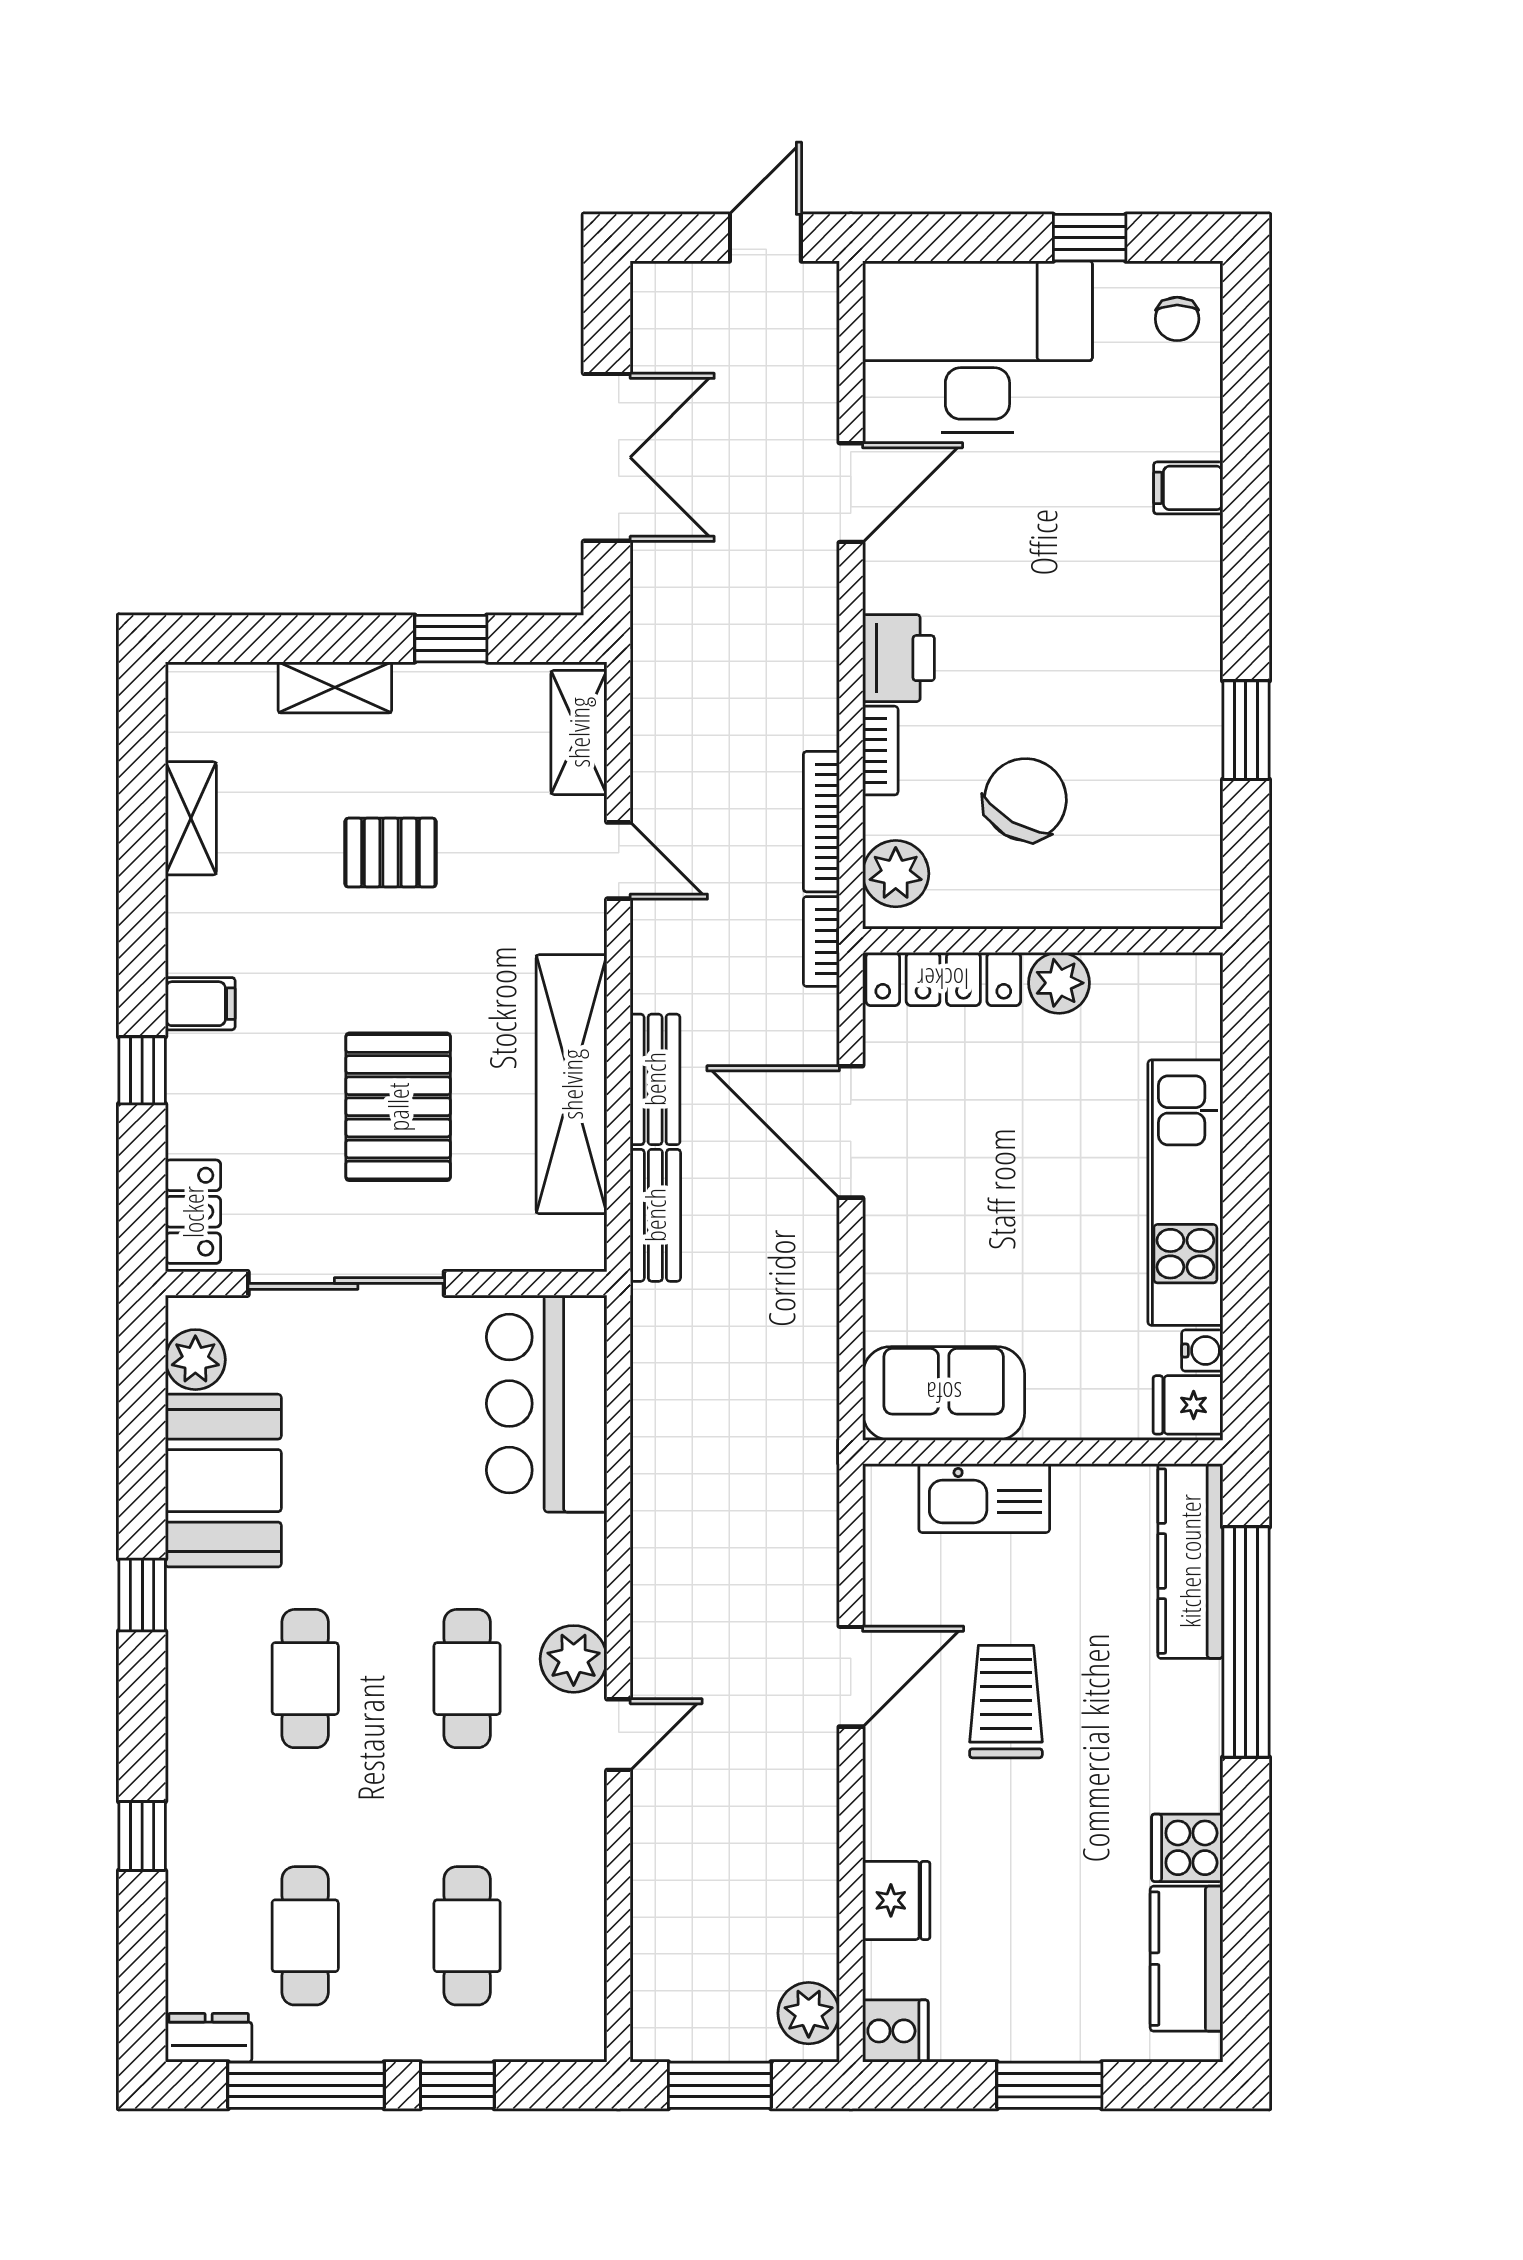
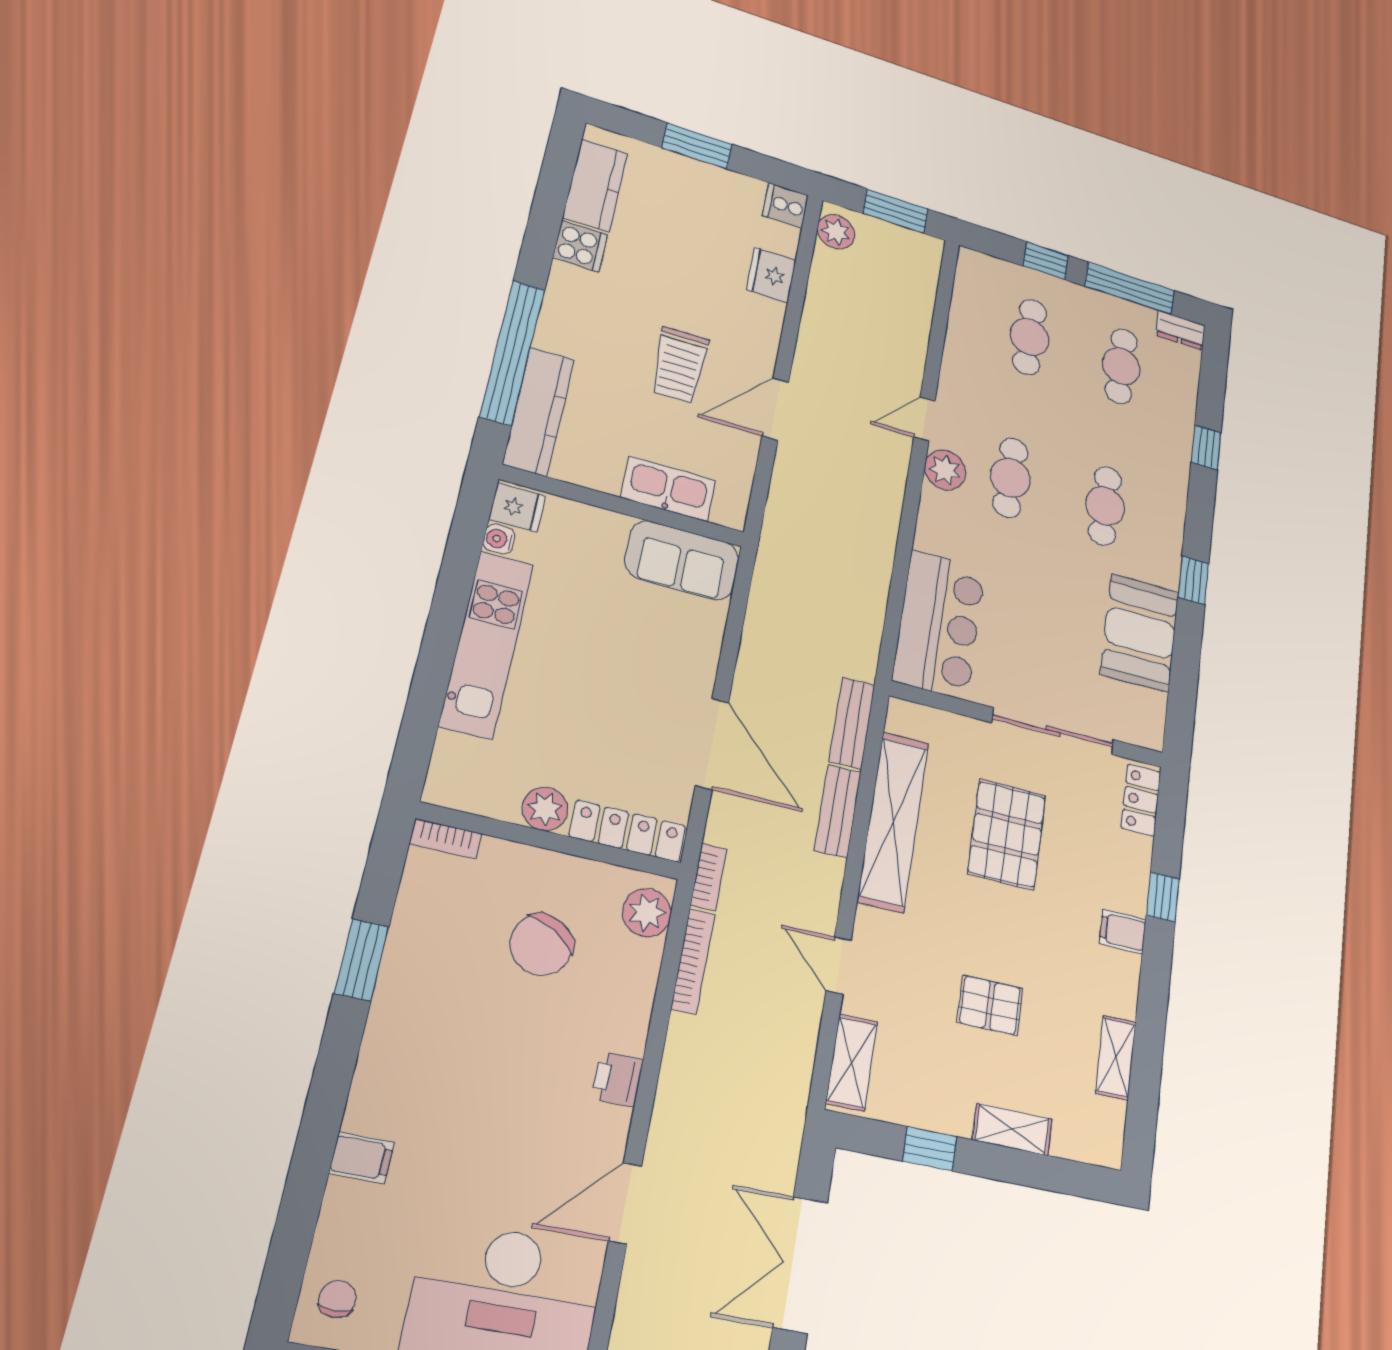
printer: (898, 658) -> (617, 1079), width x0.73, depth x0.81
bookcase: (880, 751) -> (446, 839), moved, turned -90
plant: (195, 1360) -> (1149, 709), removed

